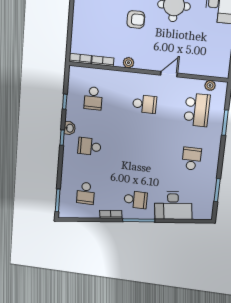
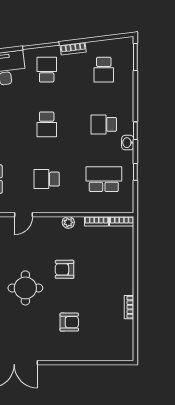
school desk: (93, 98) -> (104, 179), width x1.85
school desk: (89, 146) -> (104, 124), turned 180
school desk: (140, 152) -> (47, 124), added
school desk: (86, 193) -> (104, 70), turned 180
school desk: (136, 200) -> (47, 70), turned 90

